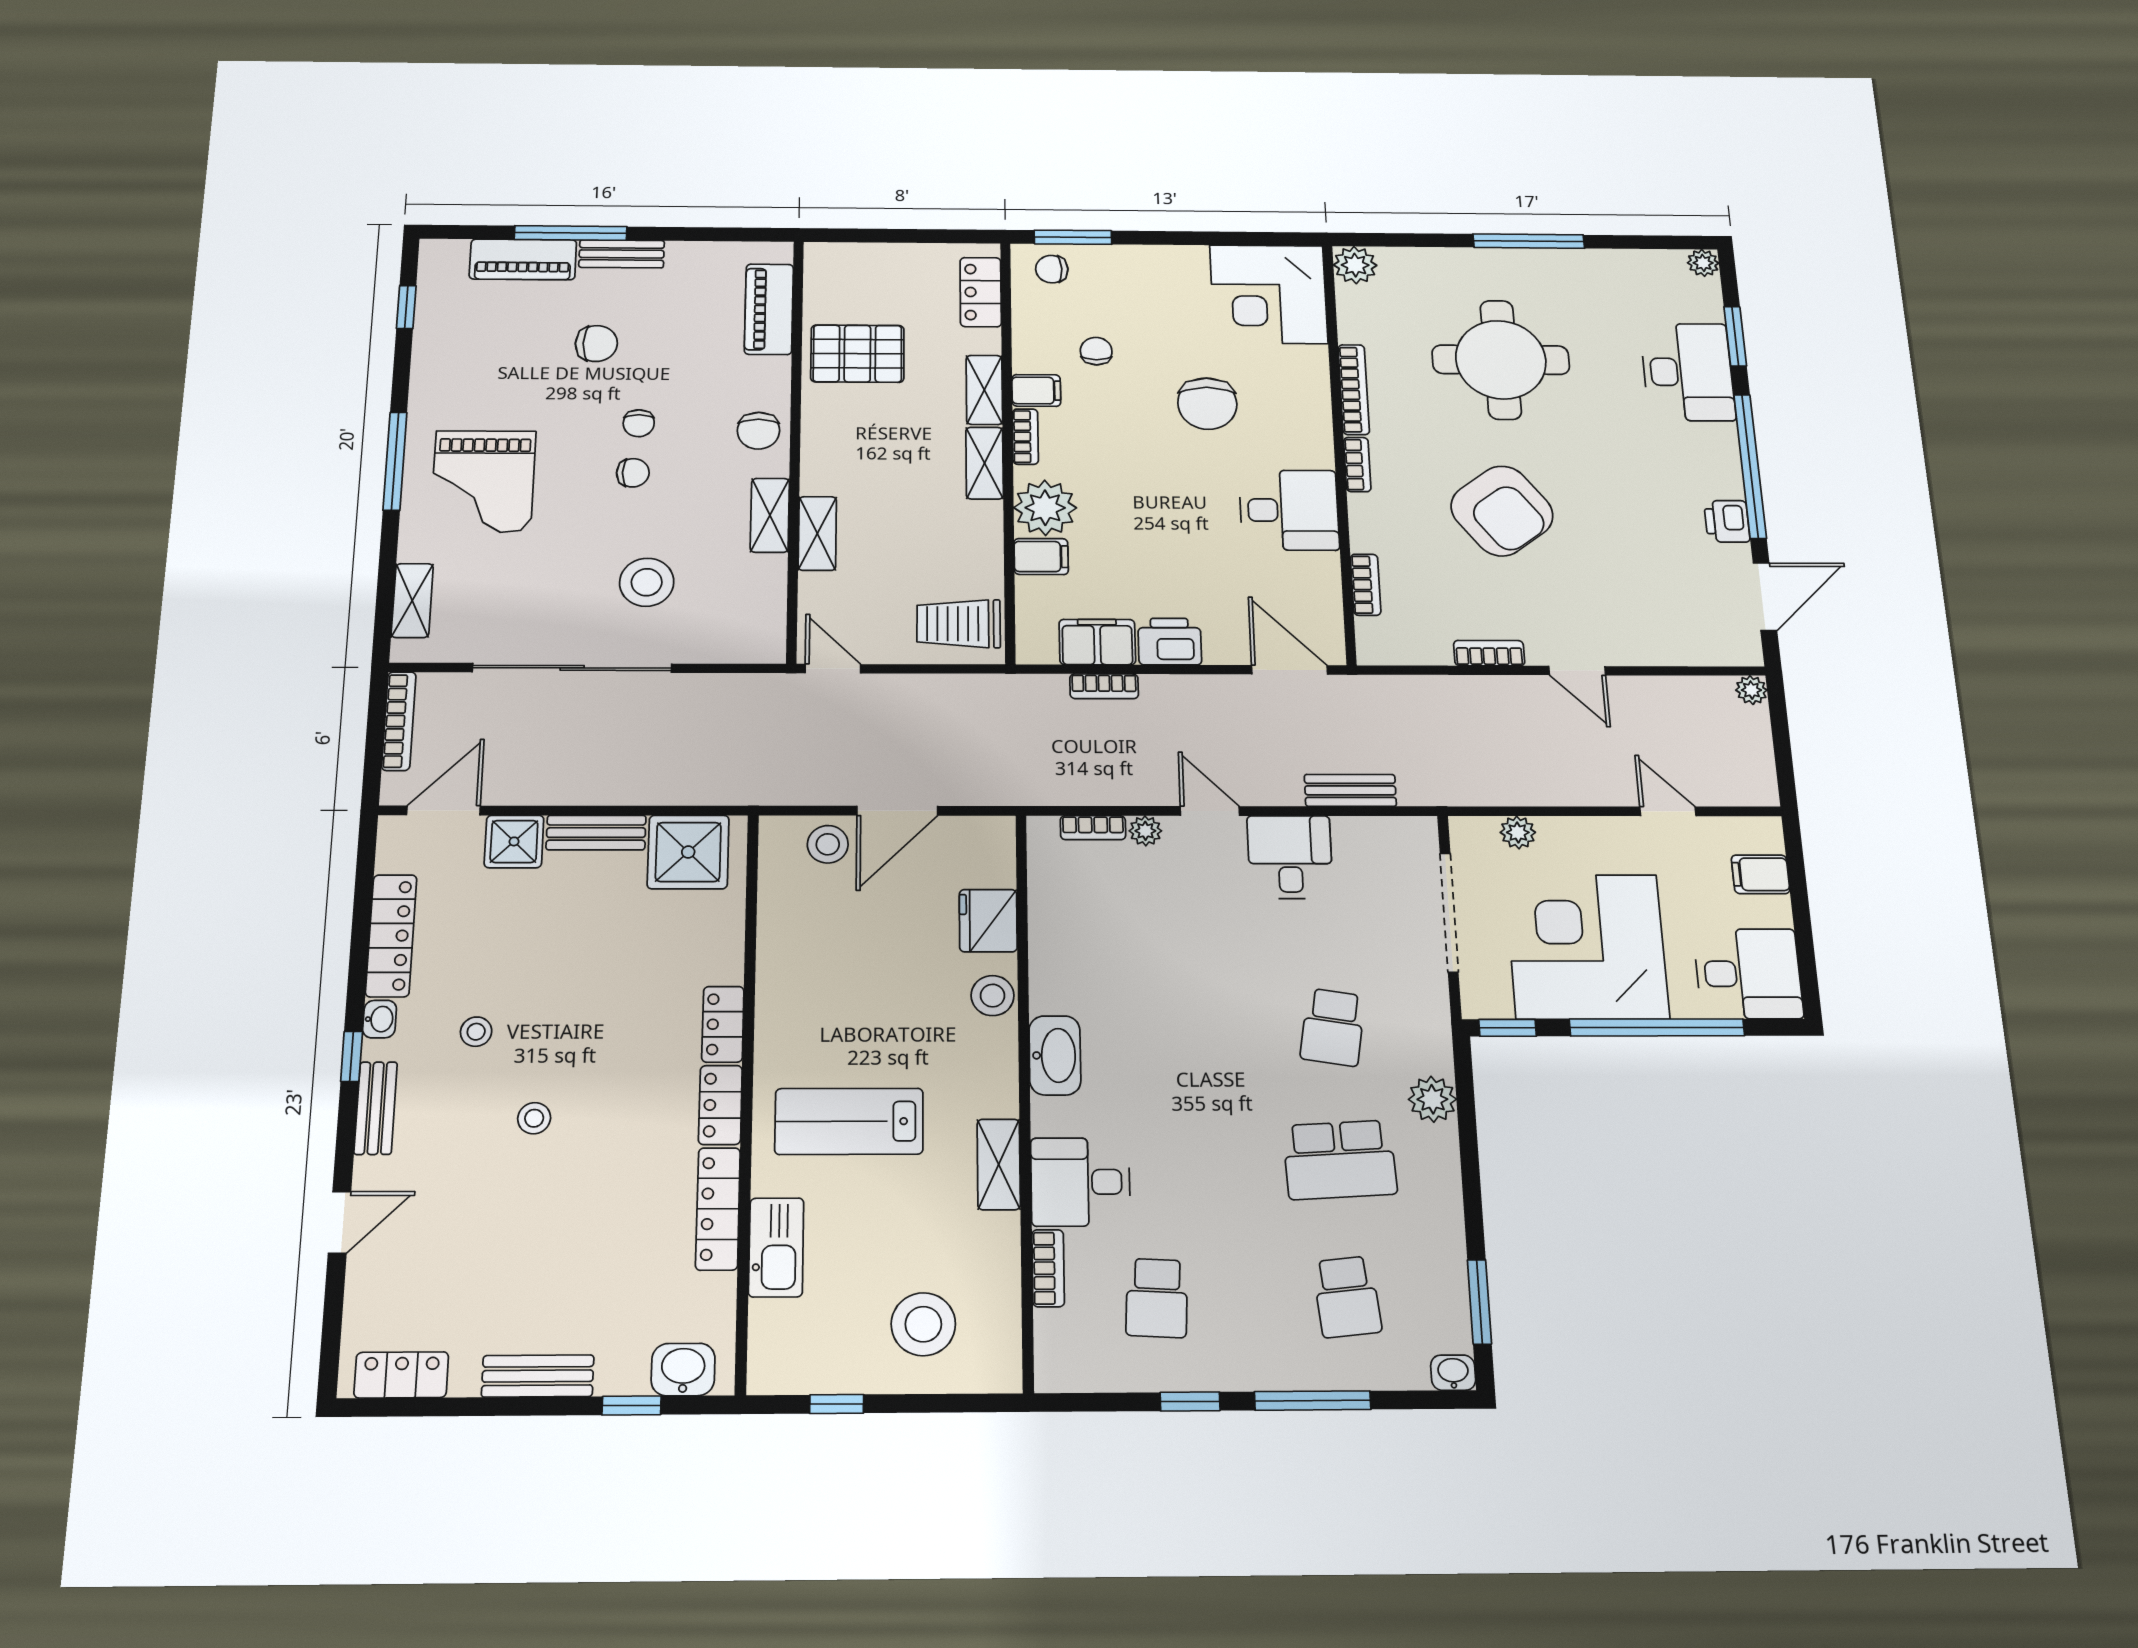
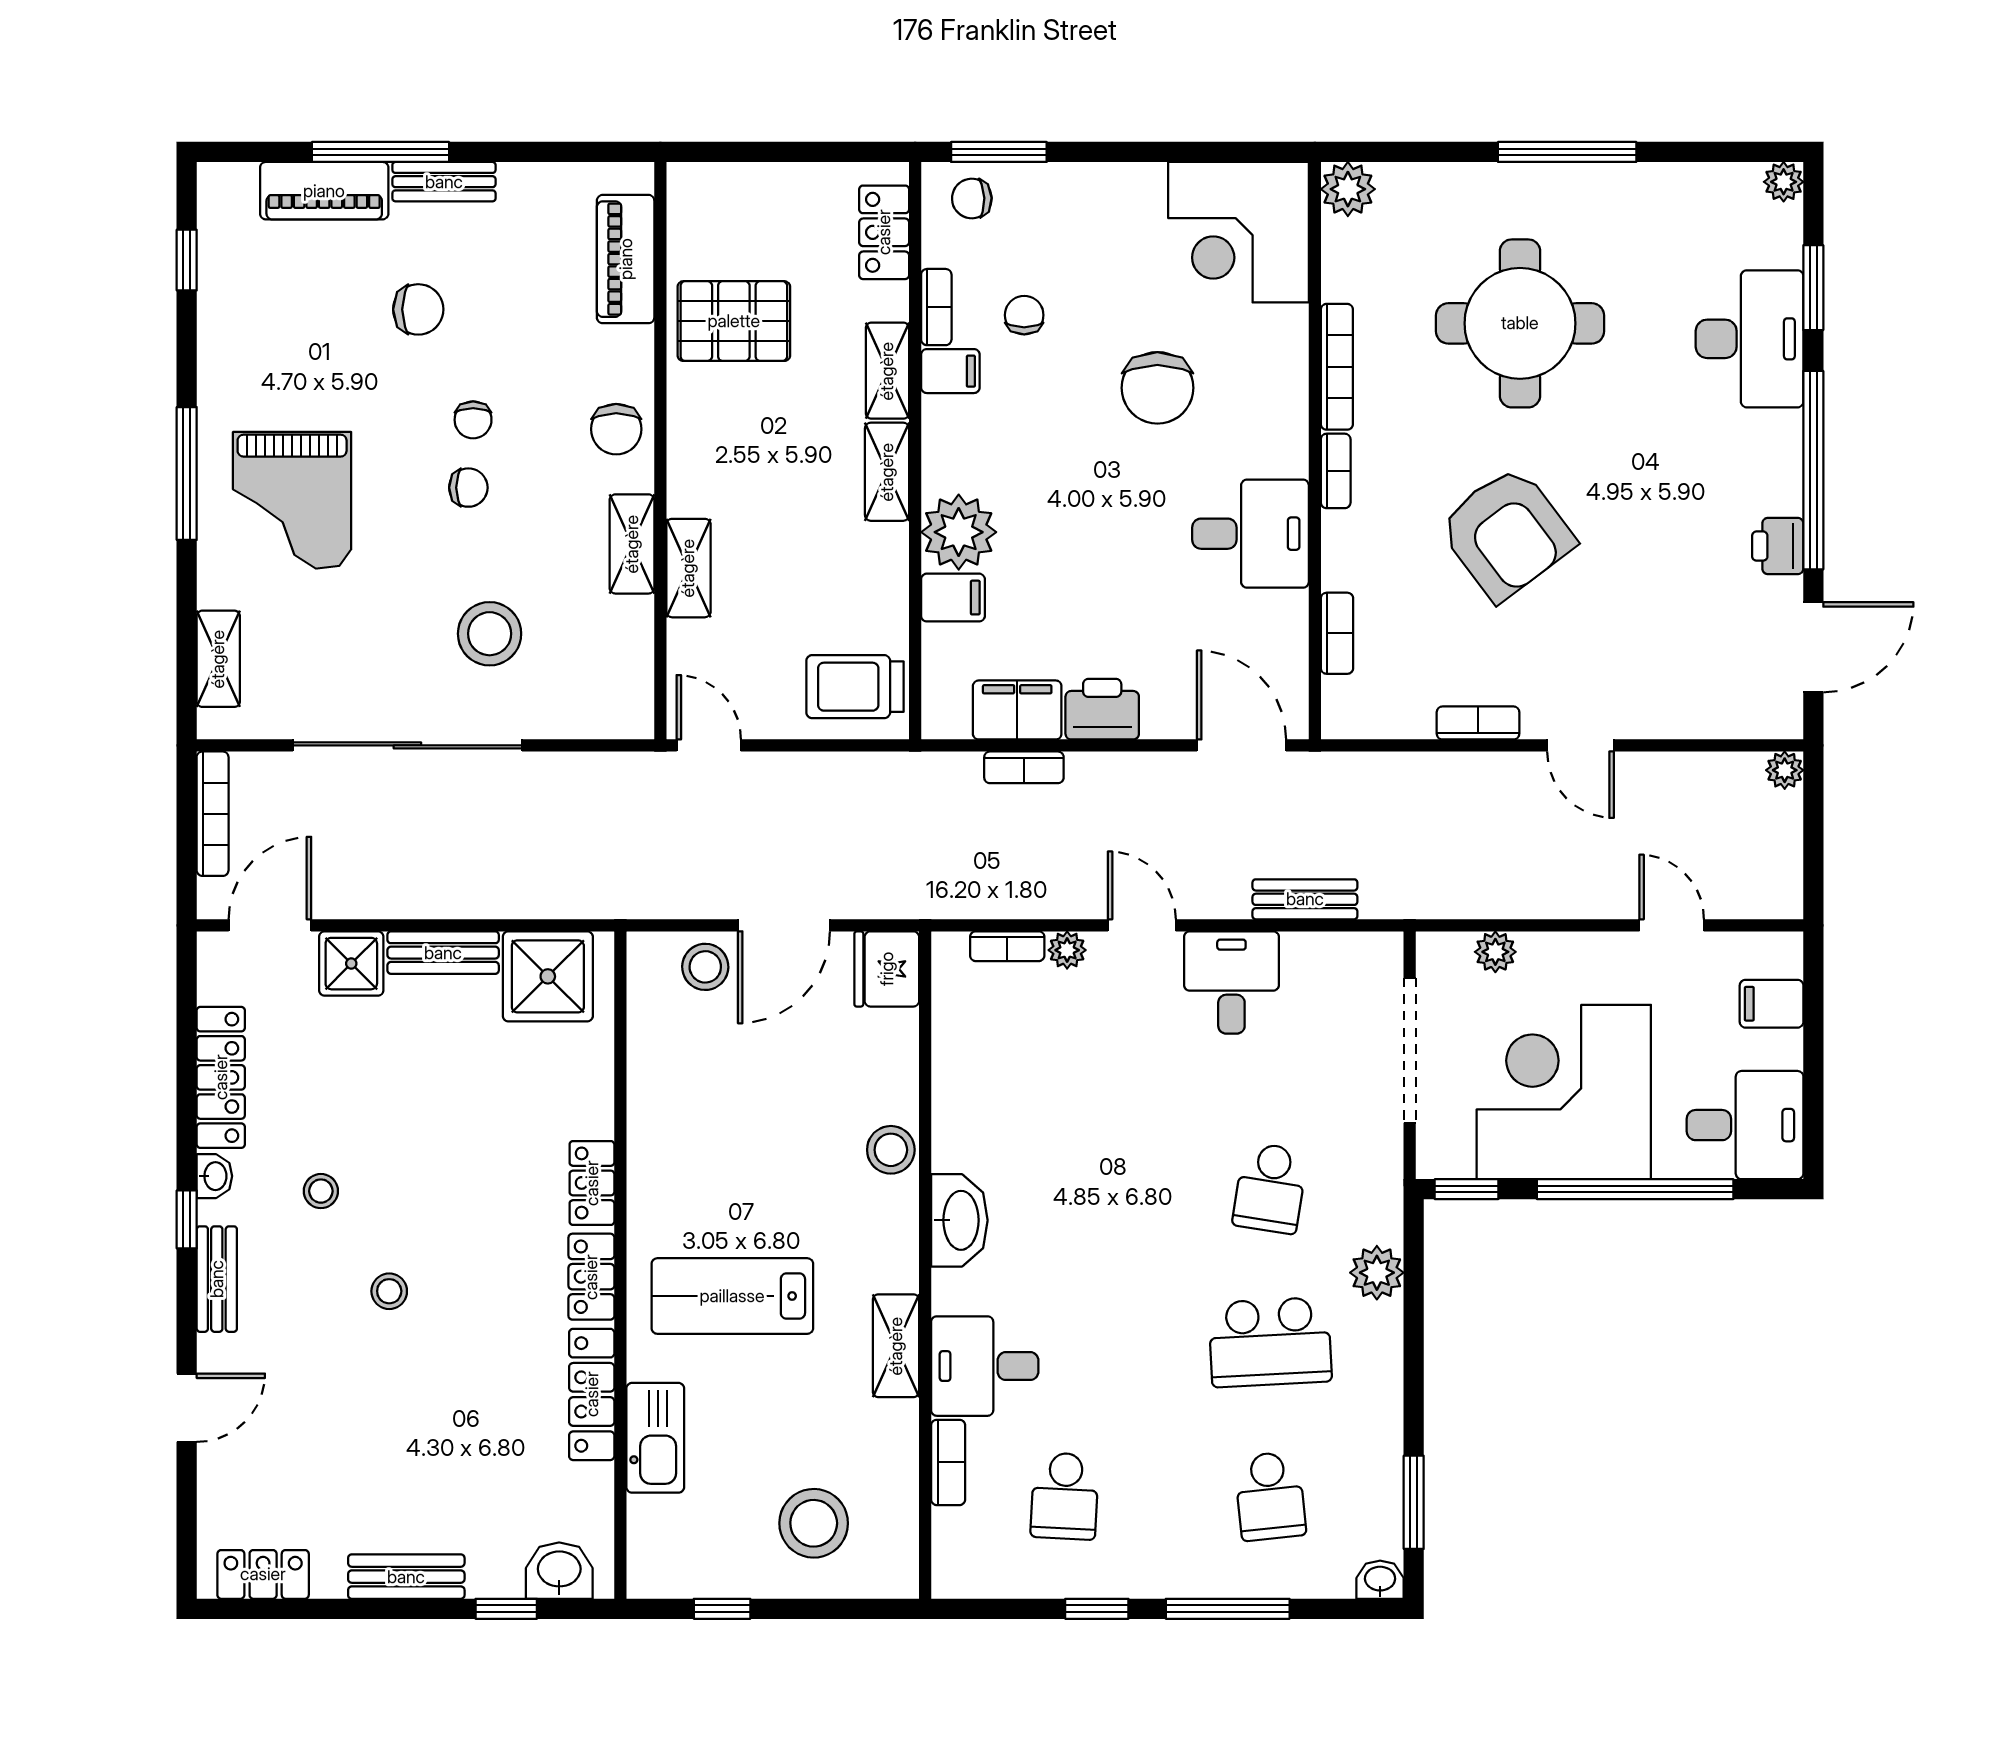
bookcase: (1025, 437) -> (936, 307), moved
fridge: (988, 921) -> (887, 969), moved

